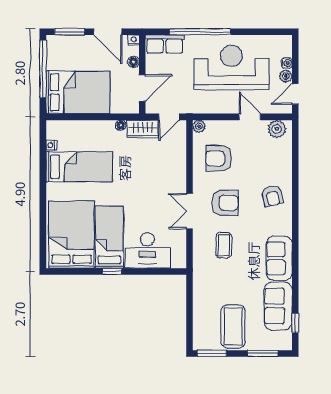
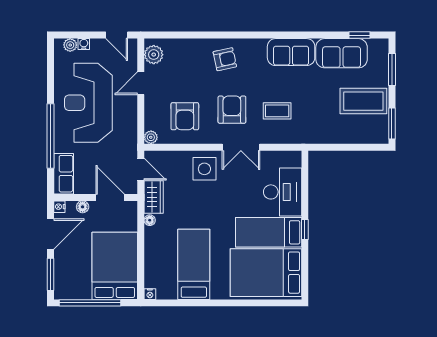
plant: (286, 76) -> (70, 45), moved
nightstand: (51, 145) -> (150, 294), moved
side table: (169, 177) -> (204, 169), added

